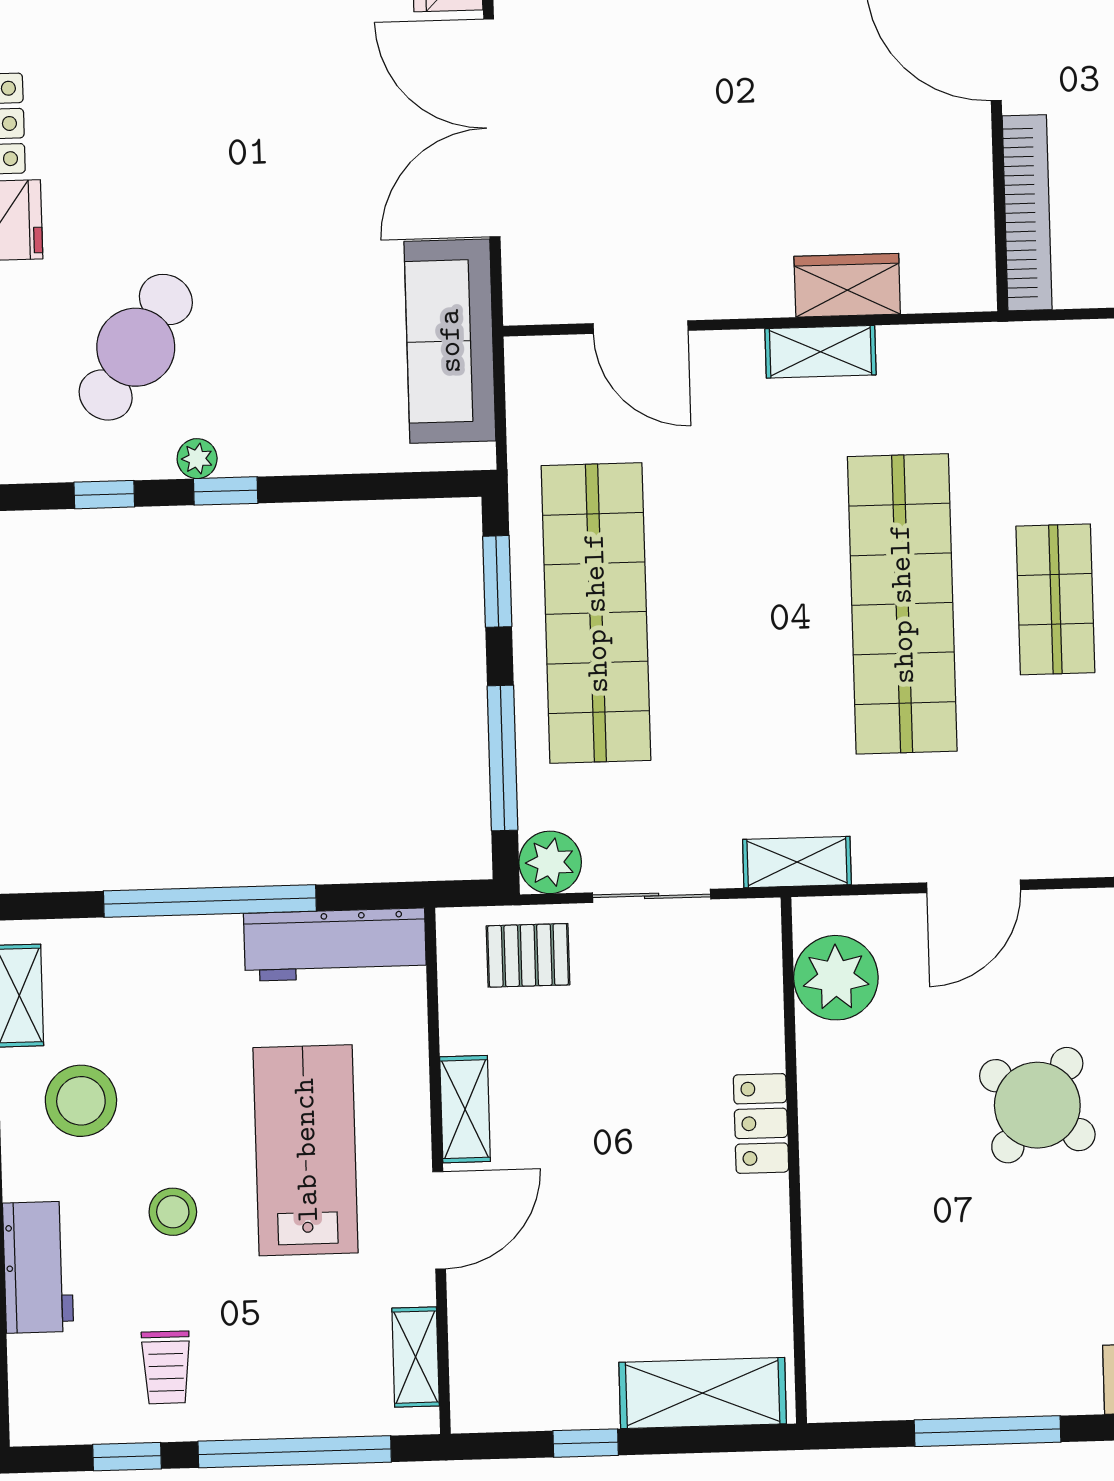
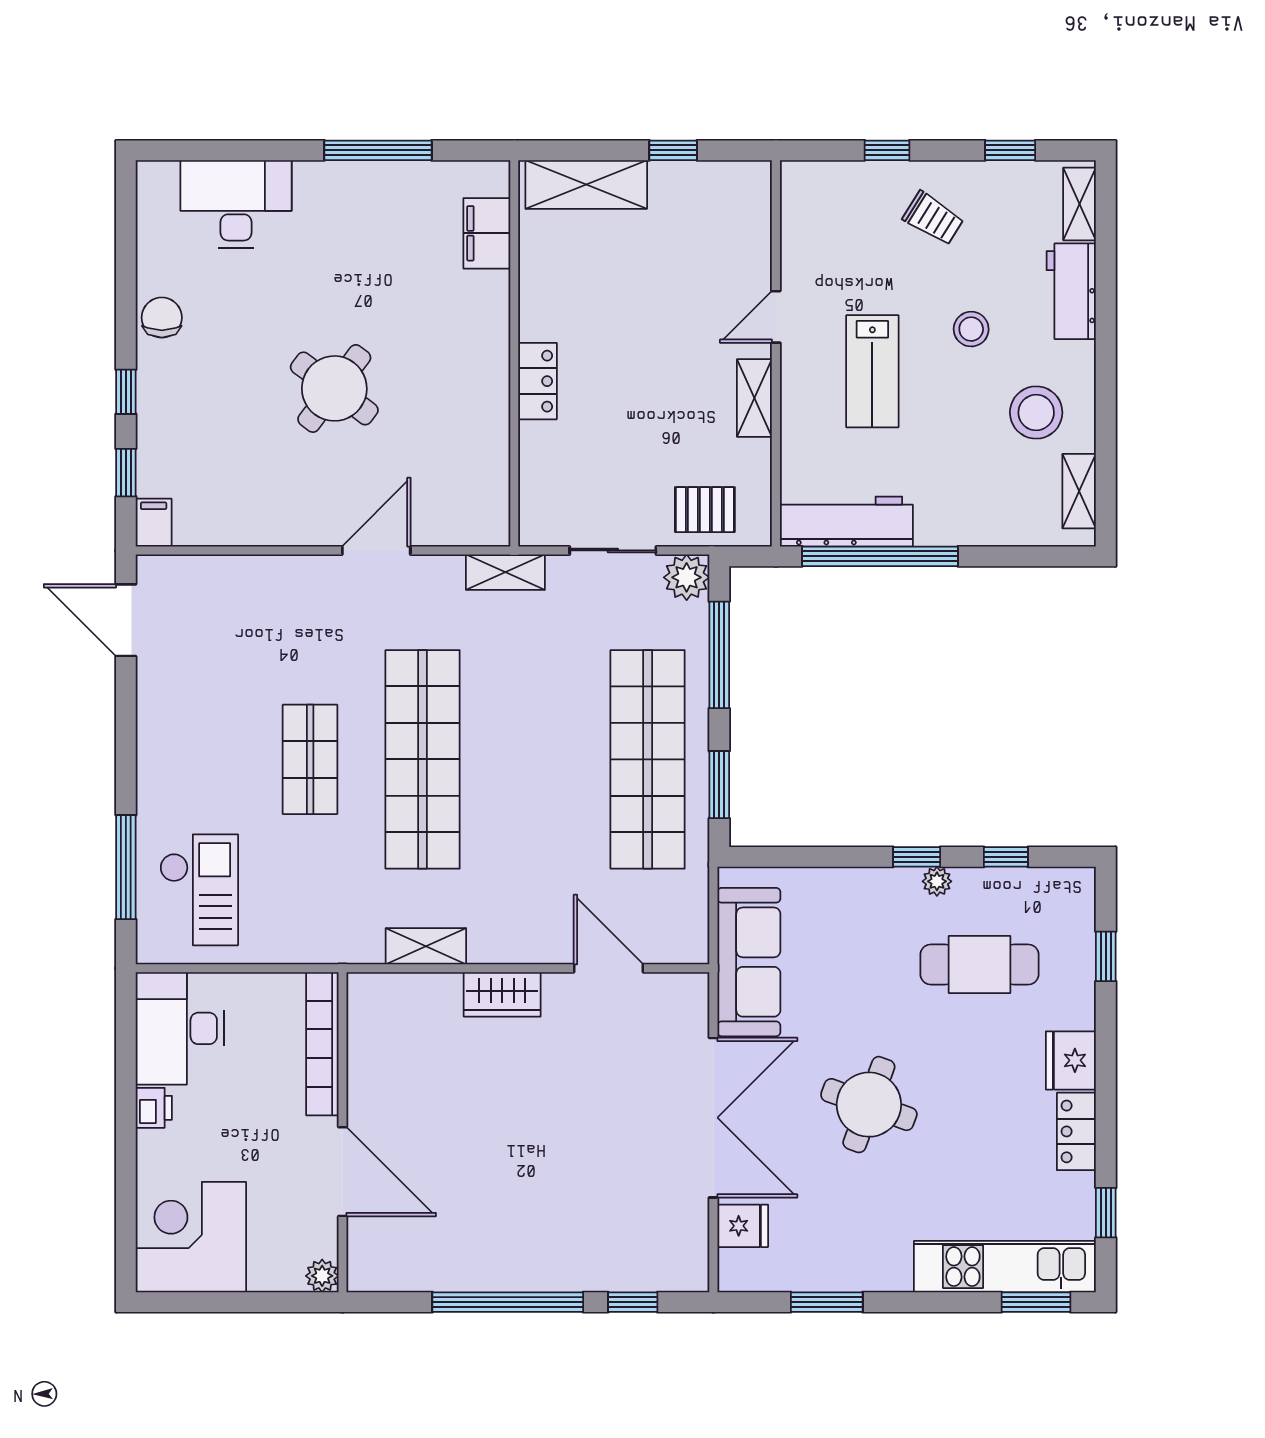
round table: (281, 152) -> (869, 1105), added
wardrobe: (847, 285) -> (502, 994), moved
cafe table: (136, 347) -> (980, 964), turned 56
shelving: (820, 352) -> (426, 946), moved
window: (210, 901) -> (880, 556), moved
plant: (836, 978) -> (479, 486), removed
lab bench: (306, 1150) -> (872, 371), width x0.73, depth x0.72
door: (439, 1220) -> (776, 317), width x0.73
filing cabinet: (836, 1323) -> (487, 233), added
shelving: (416, 1357) -> (1080, 204), moved
trolley: (166, 1367) -> (933, 218), moved, turned 122
window: (295, 1452) -> (887, 150), width x0.32

